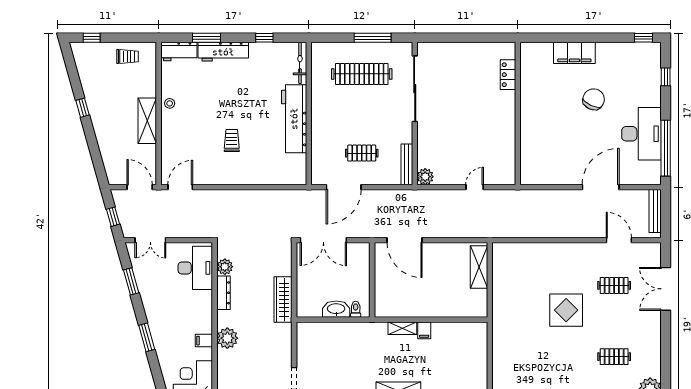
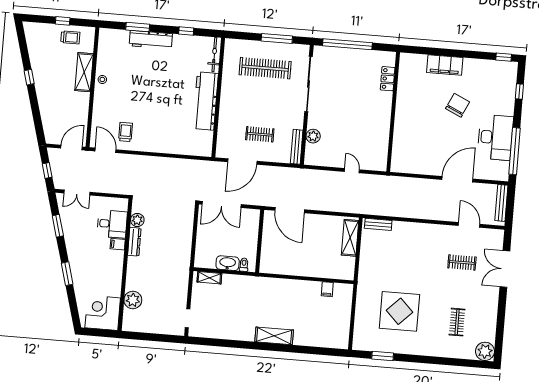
window: (92, 38) -> (63, 21), moved
window: (457, 38) -> (347, 44), added
workbench: (179, 51) -> (114, 37), removed
shelving: (147, 121) -> (84, 72), moved
trolley: (232, 140) -> (126, 132), moved
plant: (425, 177) -> (313, 136), moved
door: (140, 187) -> (72, 147), hinge flipped
door: (180, 187) -> (105, 150), hinge flipped
door: (475, 187) -> (352, 171), hinge flipped
bench: (511, 248) -> (378, 224), added
desk: (195, 268) -> (112, 224), width x0.73
wardrobe: (283, 300) -> (184, 252), removed
display table: (566, 310) -> (399, 311), moved, width x1.36, depth x1.36
shelving: (402, 328) -> (209, 278), moved
filing cabinet: (424, 330) -> (327, 289), moved
plant: (227, 338) -> (133, 300), moved
filing cabinet: (204, 341) -> (118, 244), moved
clothes rail: (614, 357) -> (457, 322), turned 90

